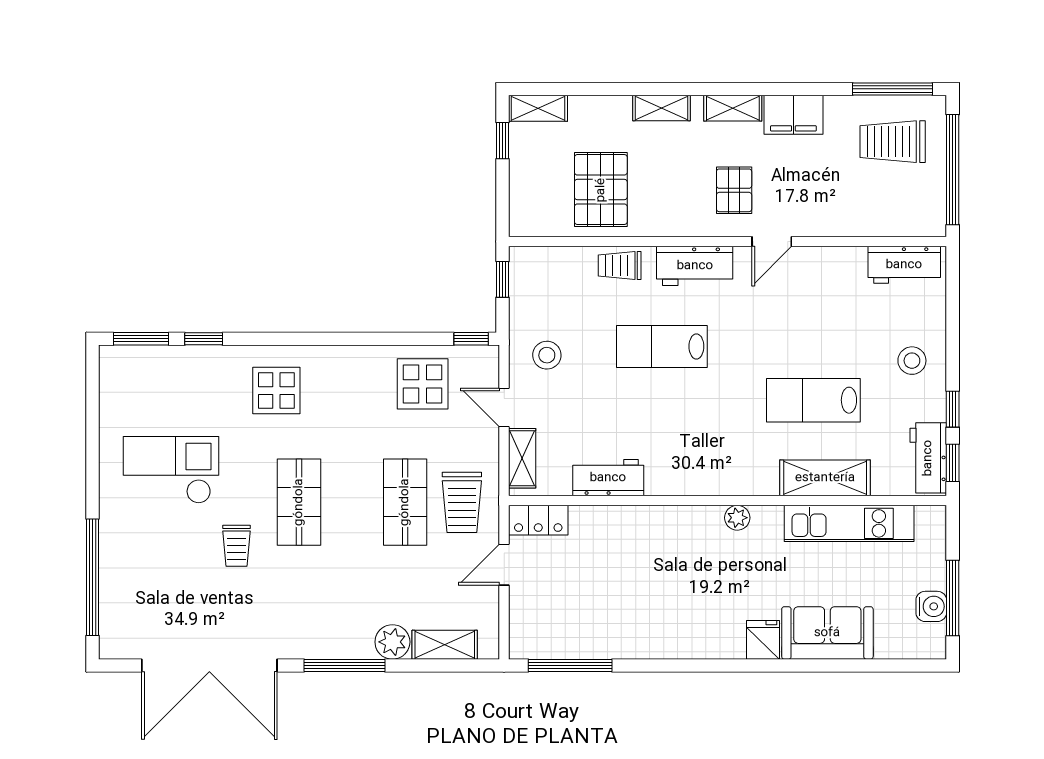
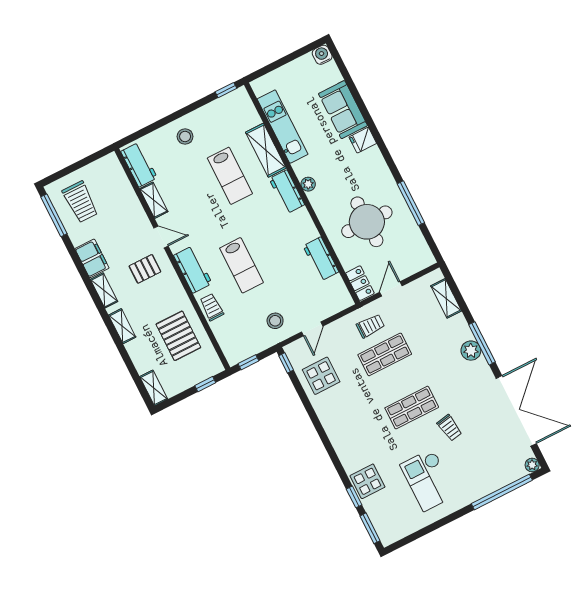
window: (503, 141) -> (205, 384), moved
window: (953, 170) -> (79, 165), removed
pallet: (601, 190) -> (178, 336), turned 90
trolley: (620, 266) -> (212, 307), turned 180
display table: (276, 391) -> (367, 481), moved
window: (953, 409) -> (199, 104), removed
shelving: (522, 458) -> (154, 200), moved, turned 90
workbench: (928, 458) -> (287, 192), moved, turned 90
trolley: (462, 502) -> (370, 326), width x0.73, depth x0.72
trolley: (237, 546) -> (450, 428), turned 80
door: (504, 565) -> (391, 289), swing flipped
round table: (630, 581) -> (367, 222), added
window: (953, 598) -> (294, 56), removed
water cooler: (931, 606) -> (322, 55), moved
plant: (392, 642) -> (471, 351), moved
plant: (111, 647) -> (532, 465), added
window: (570, 665) -> (411, 203), moved

